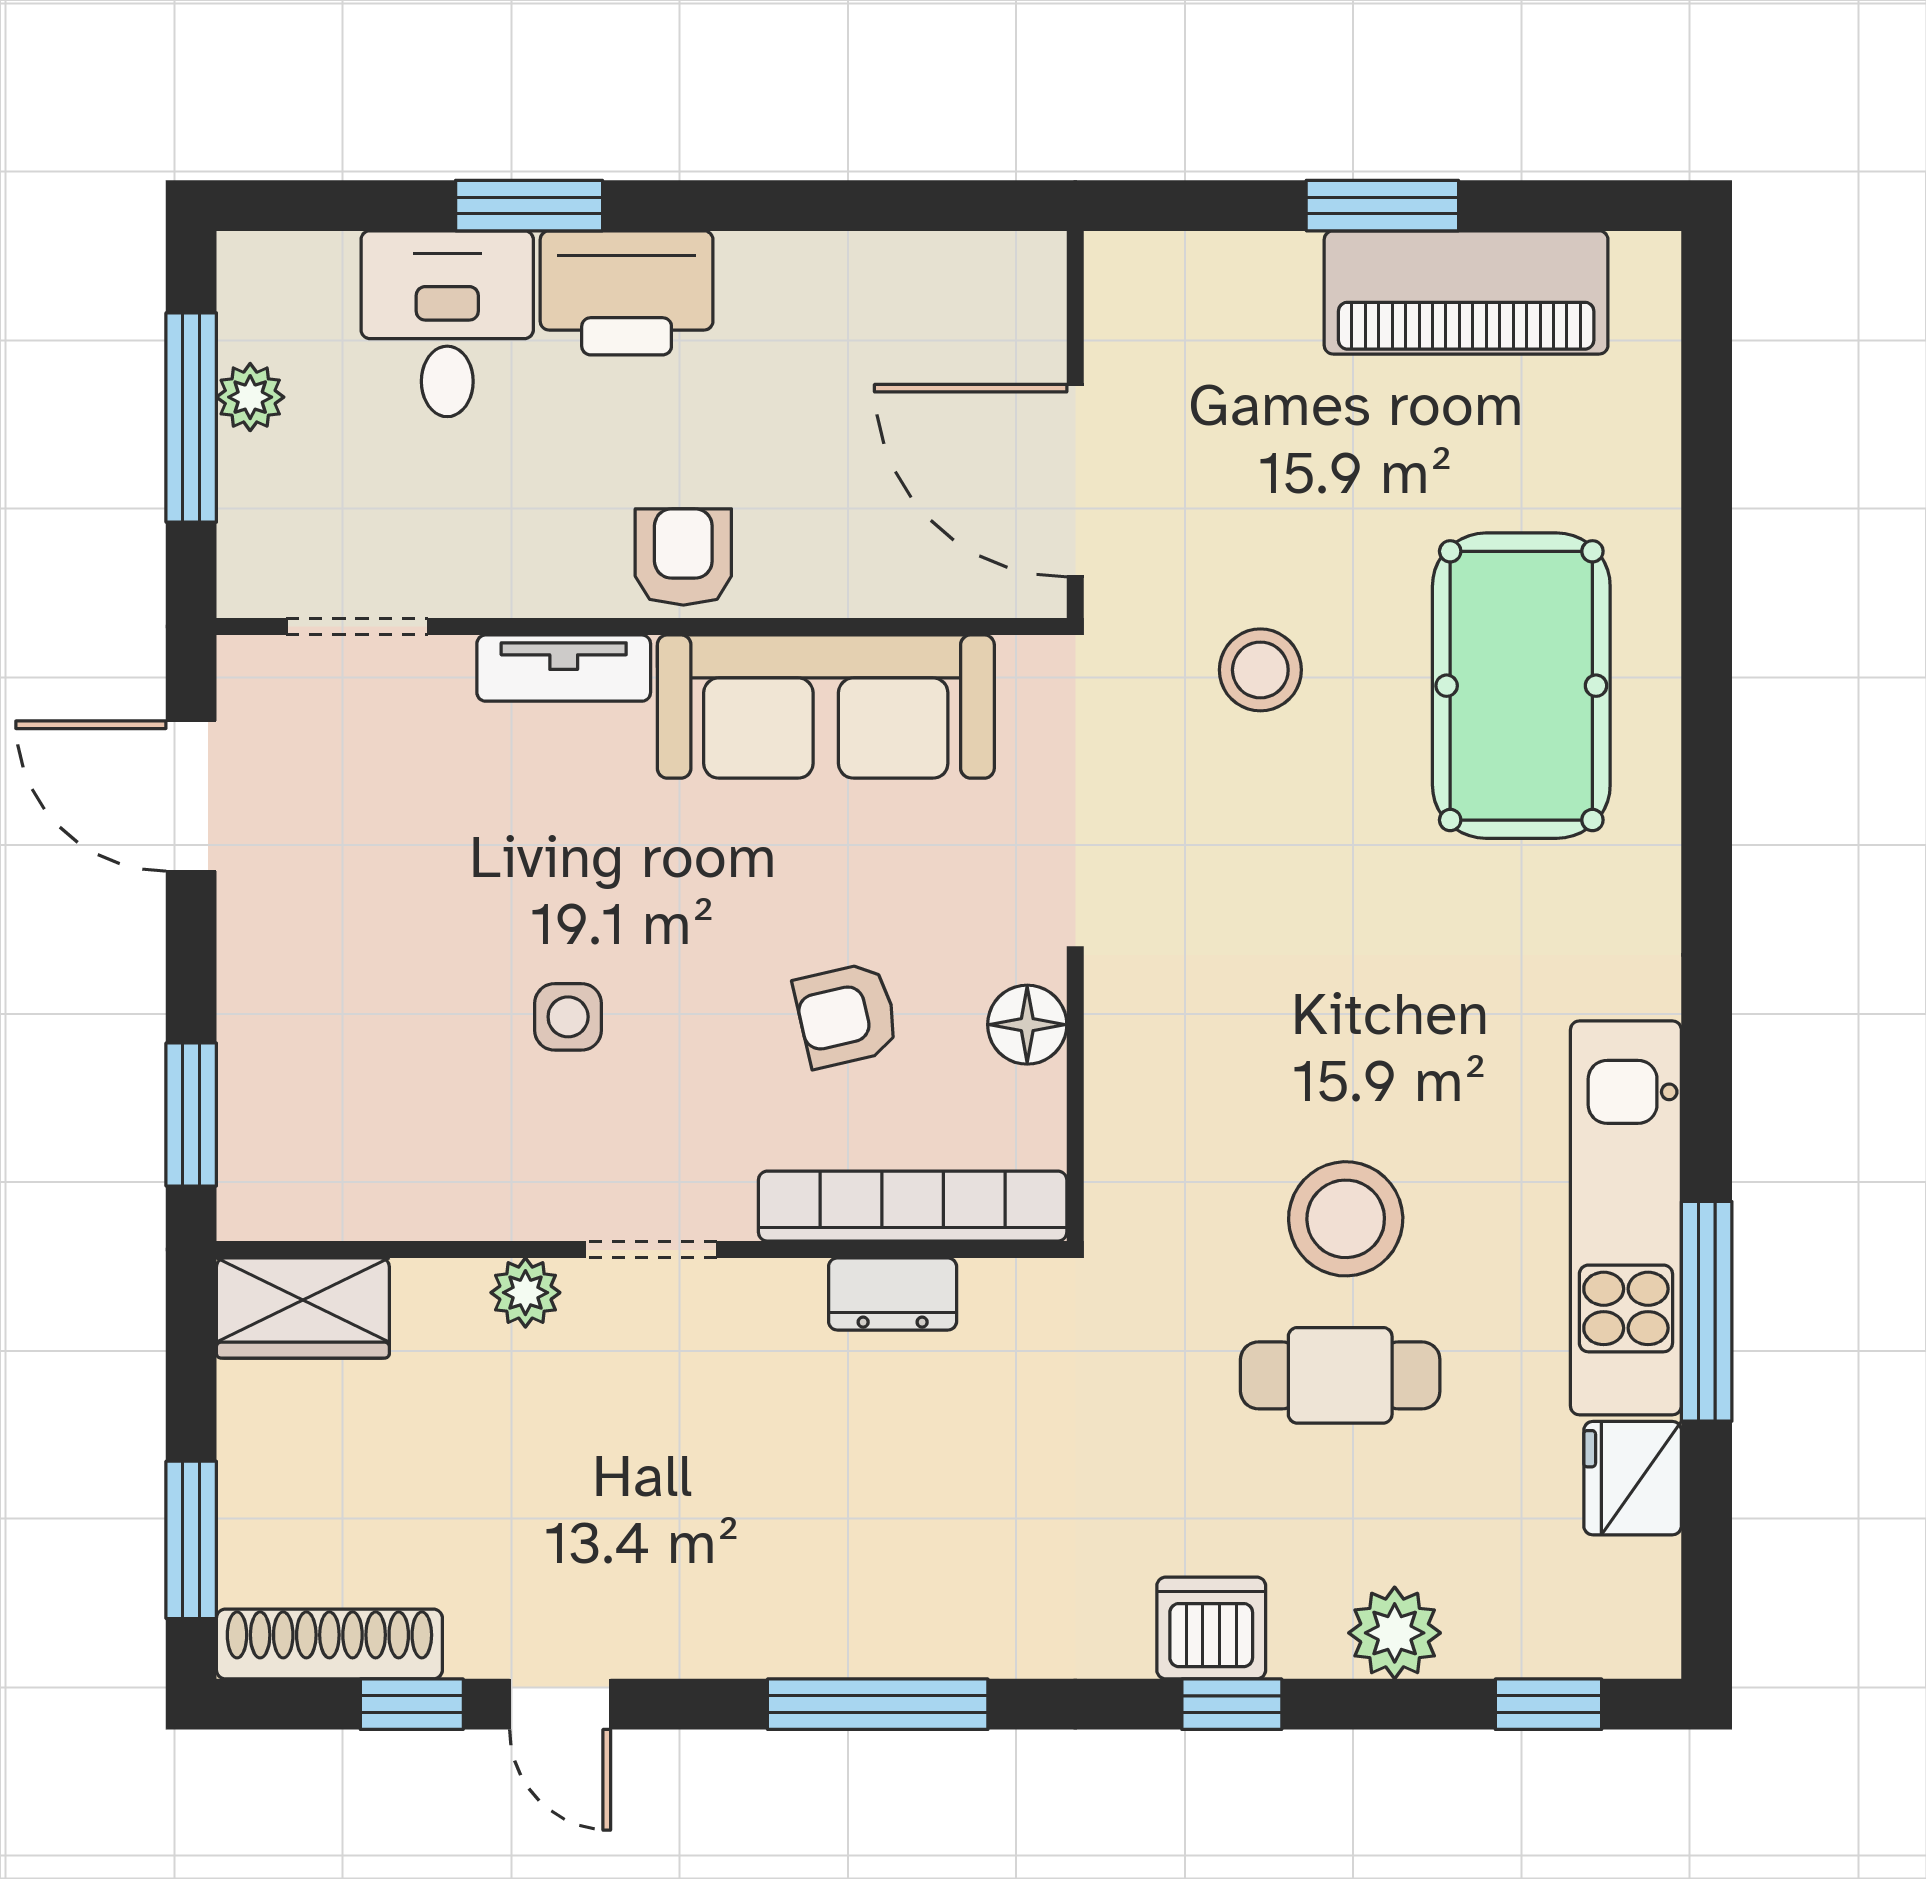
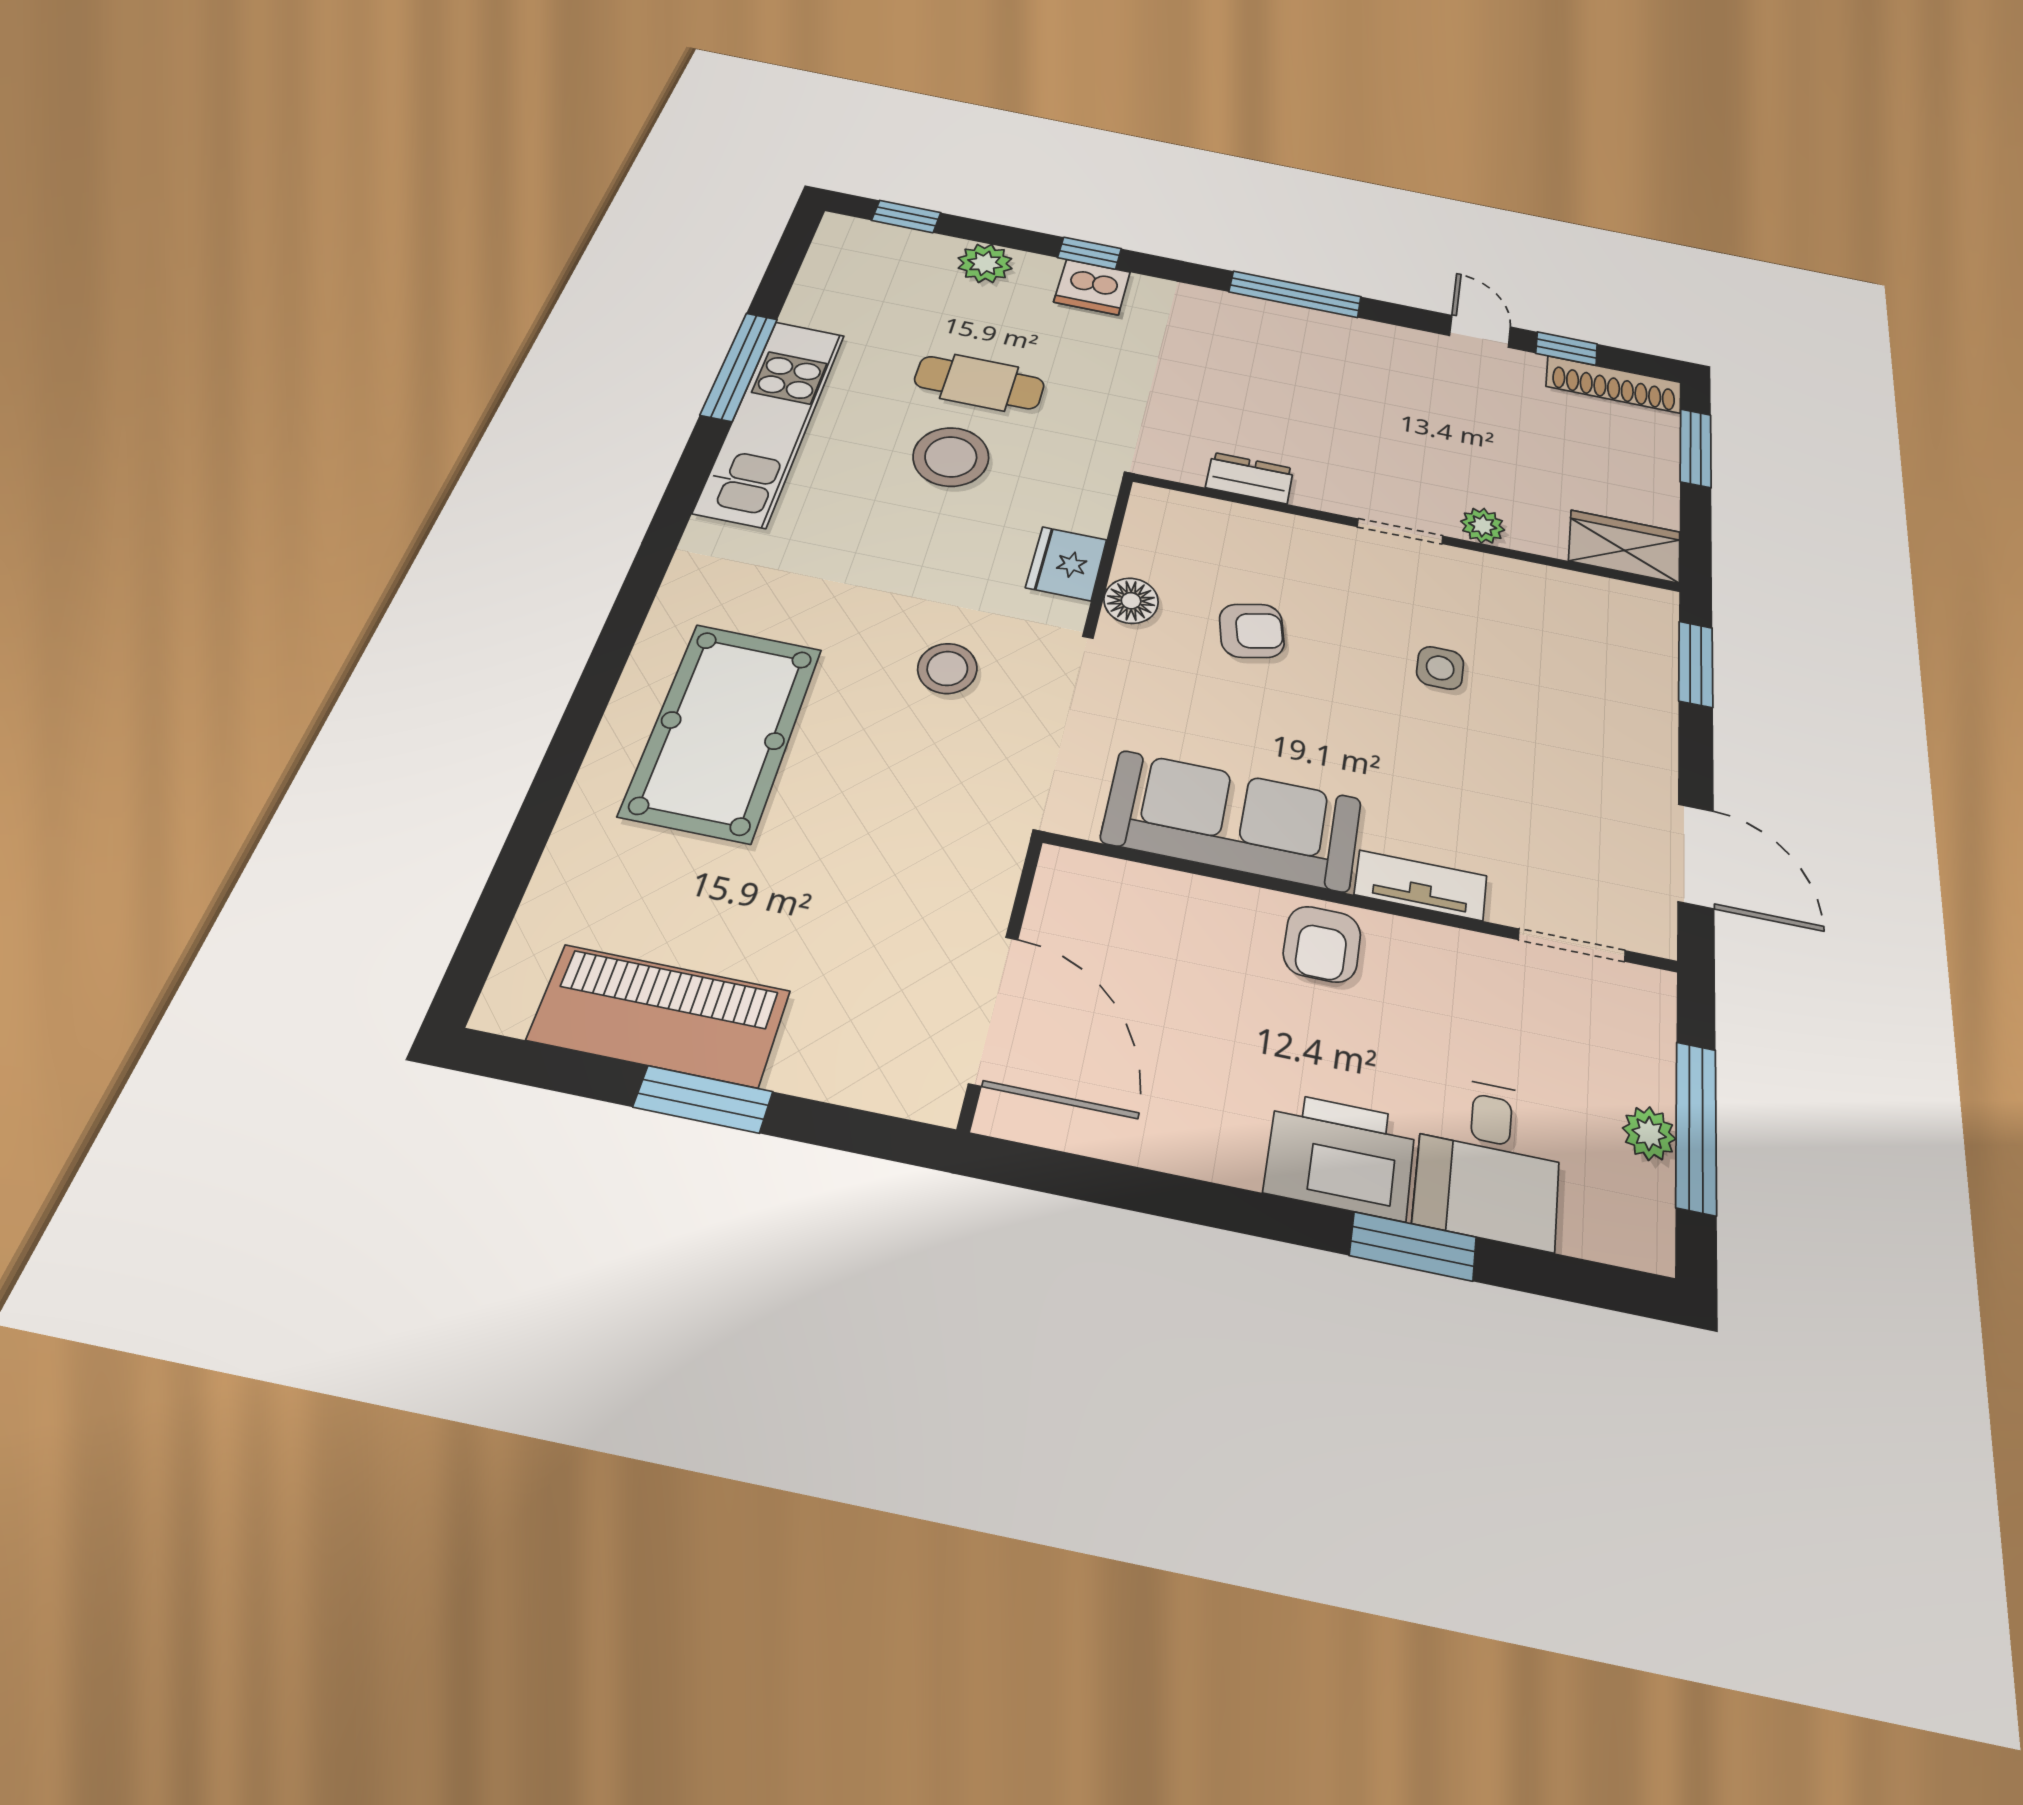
door: (1075, 481) -> (994, 1010), moved
stool: (1260, 670) -> (947, 668), moved
bookcase: (913, 1206) -> (1228, 520), removed
fridge: (1633, 1478) -> (1066, 564), moved, turned 180

